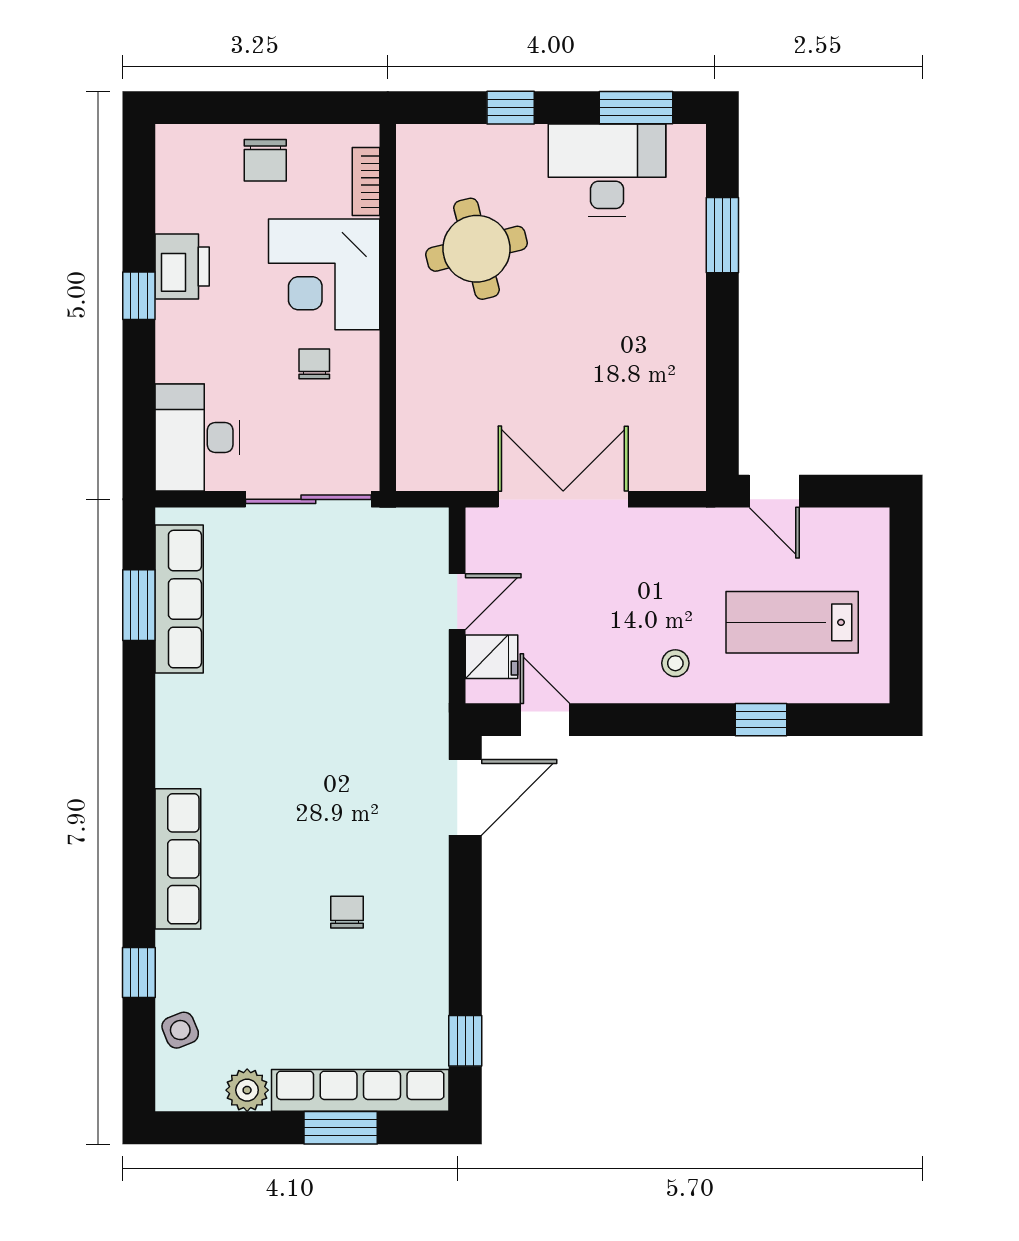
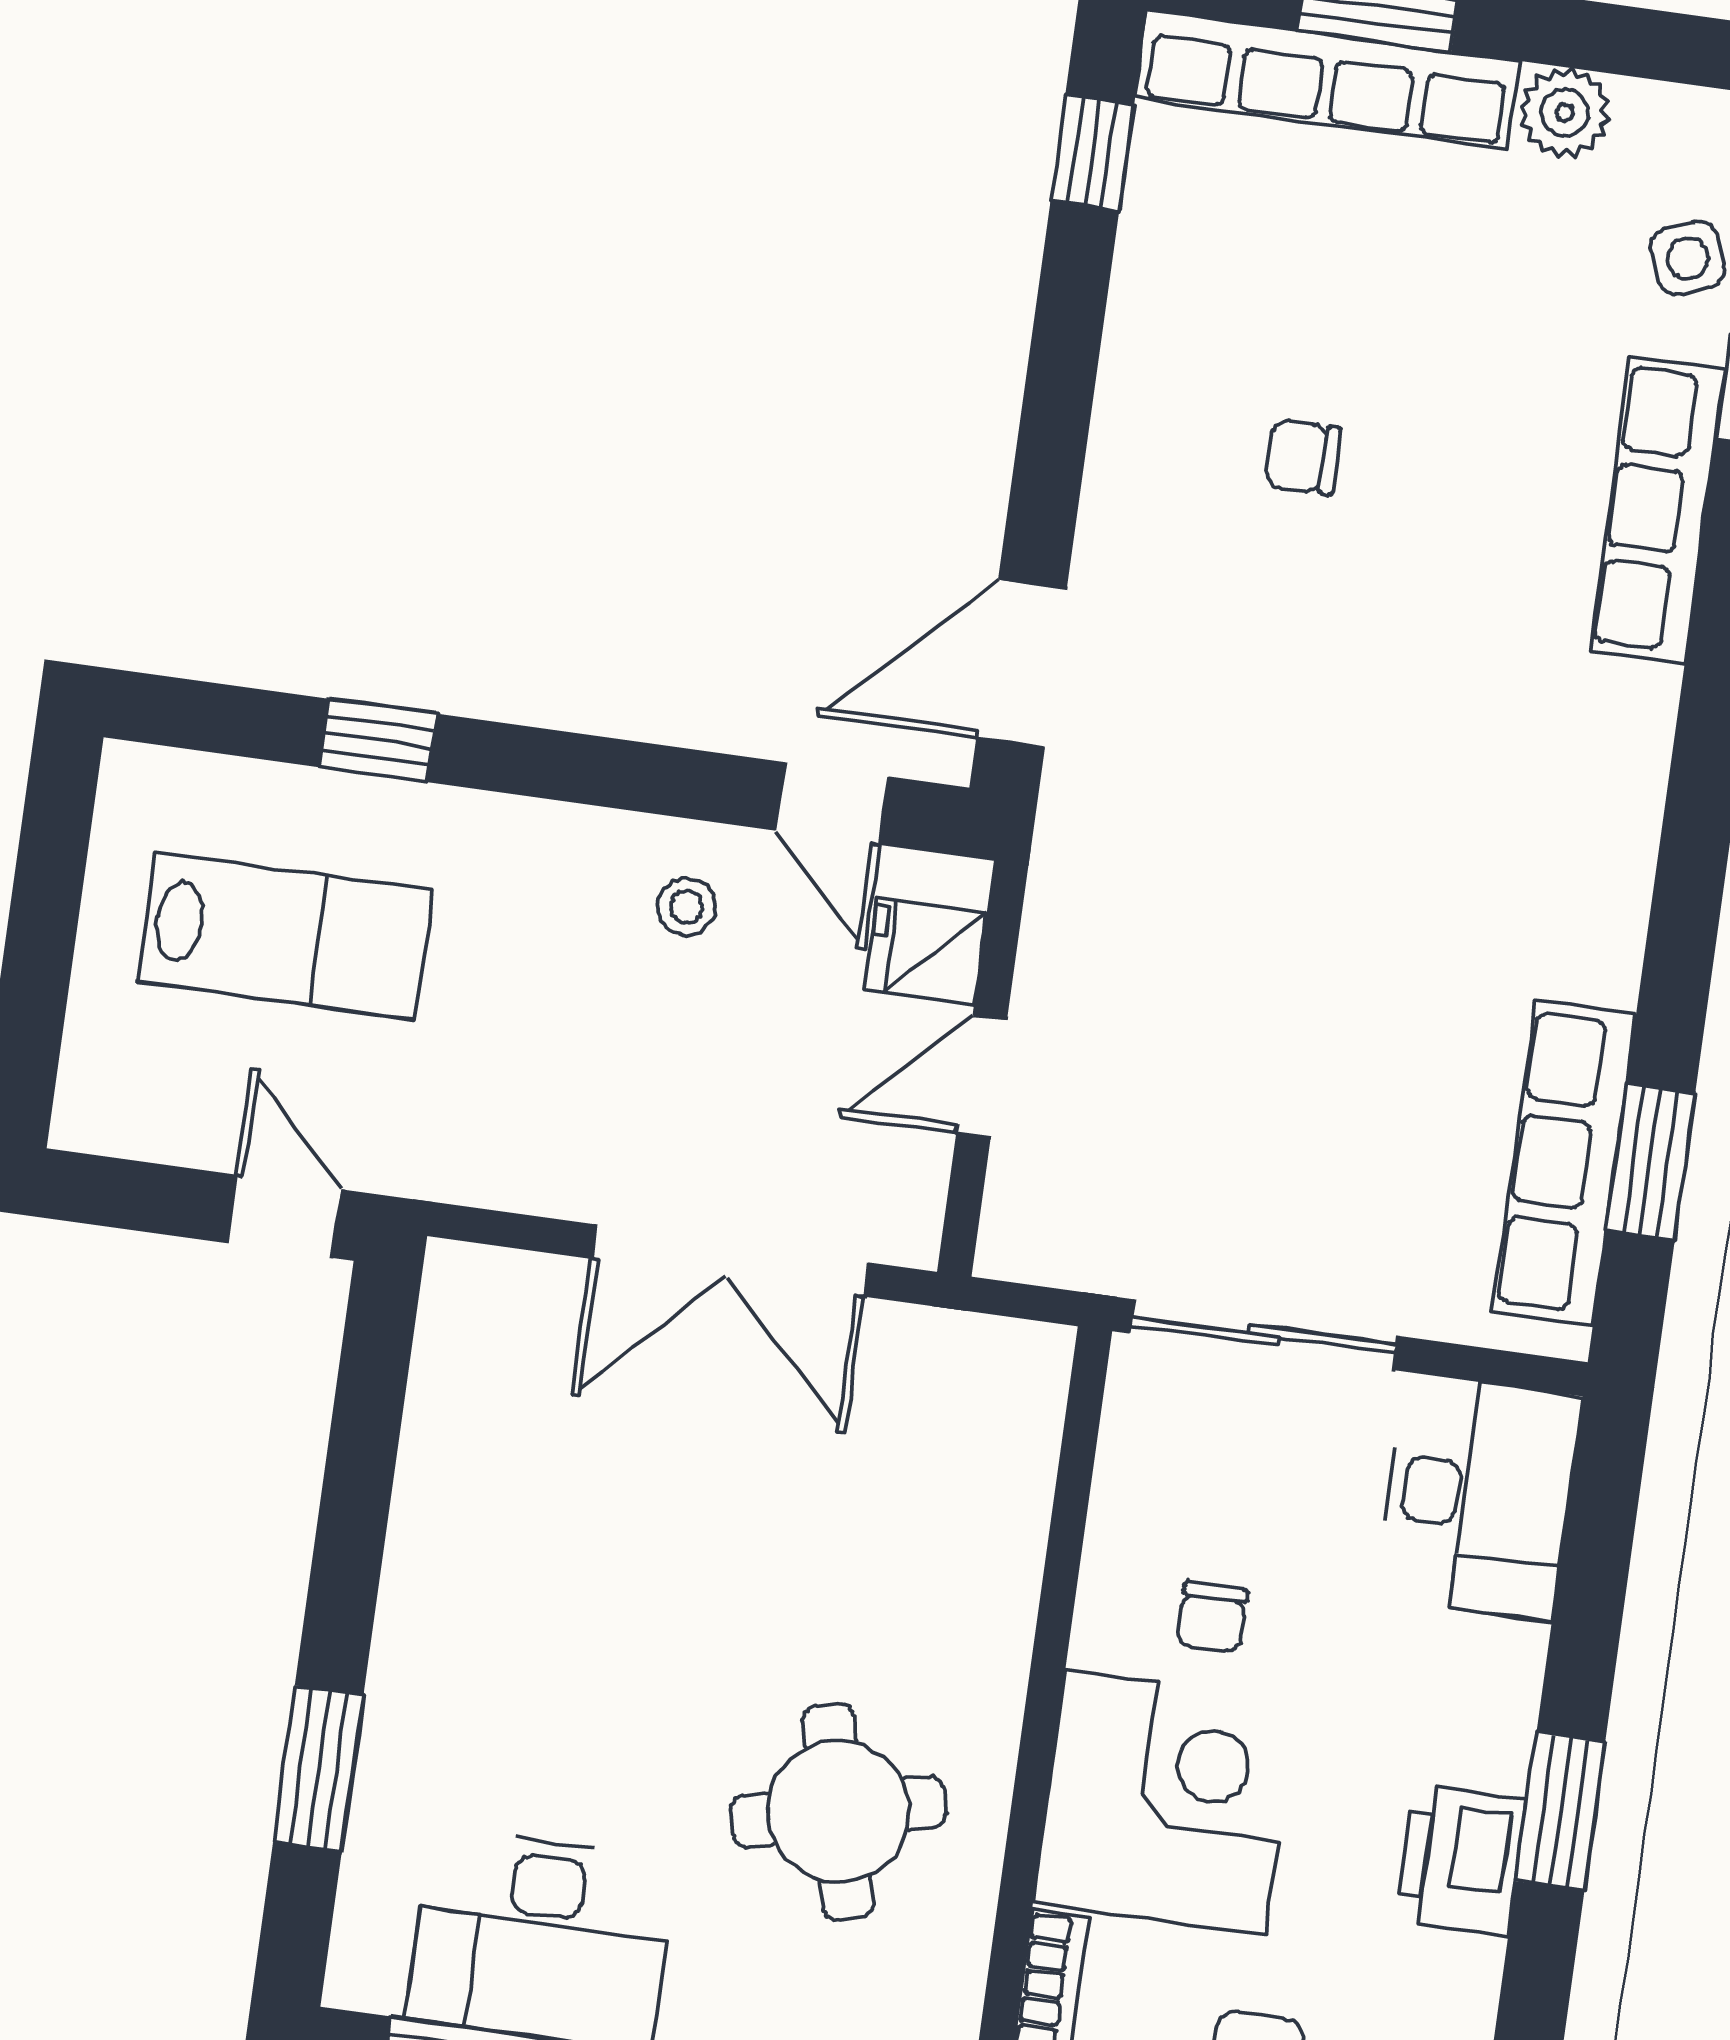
window: (139, 296) -> (1560, 1811), width x1.50
stool: (675, 663) -> (687, 907), moved
row of seats: (178, 859) -> (1658, 510), moved
chair: (347, 912) -> (1303, 457), turned 90

